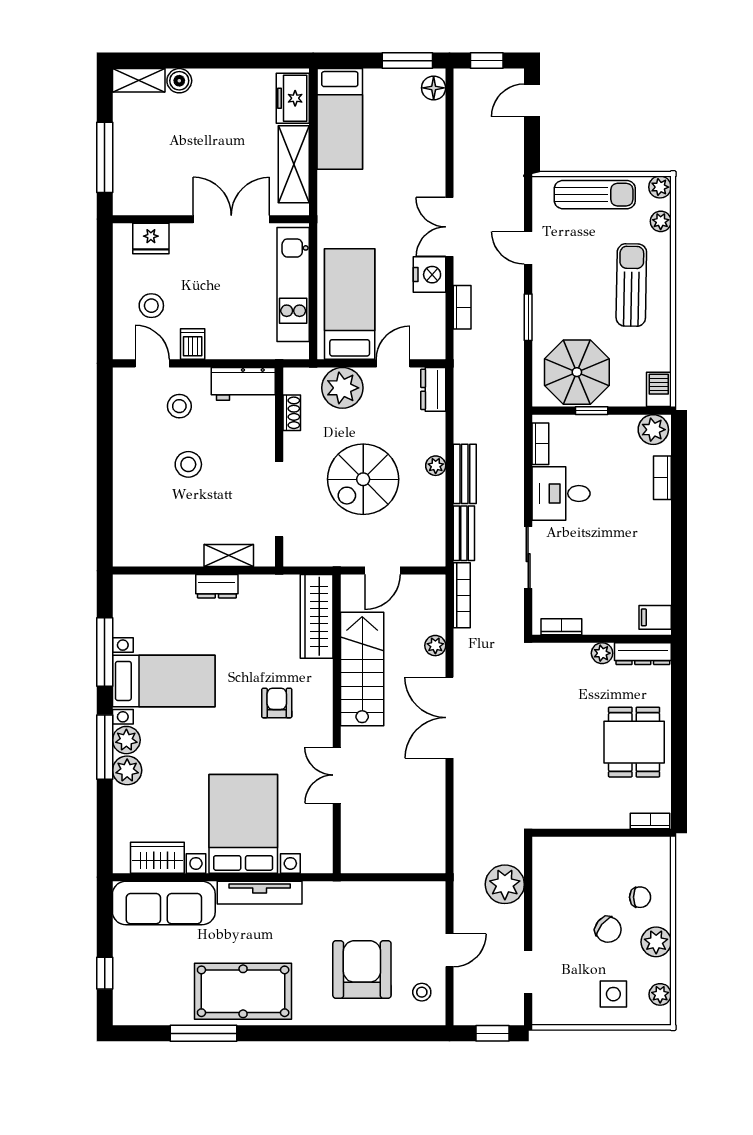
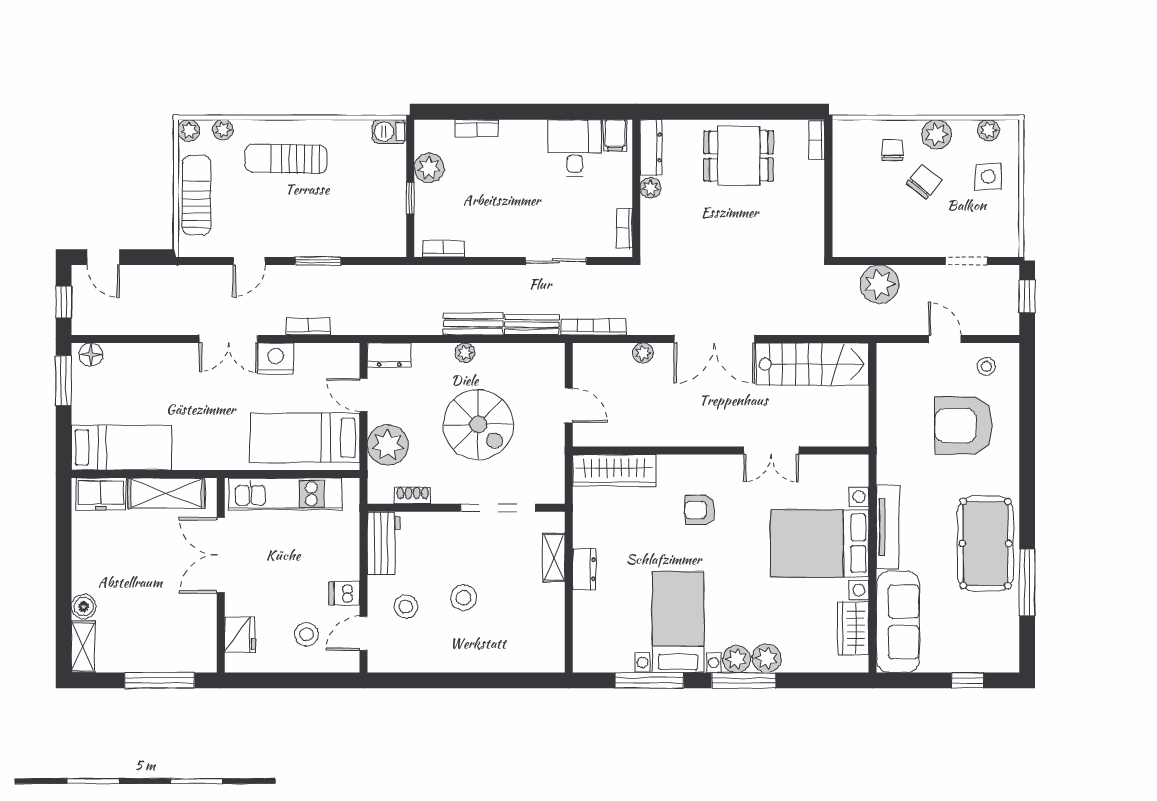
parasol: (577, 372) -> (372, 213), removed
plant: (653, 430) -> (429, 168), moved
desk: (561, 494) -> (575, 148), moved, turned 180
stairs: (362, 669) -> (812, 364), moved, turned 180

